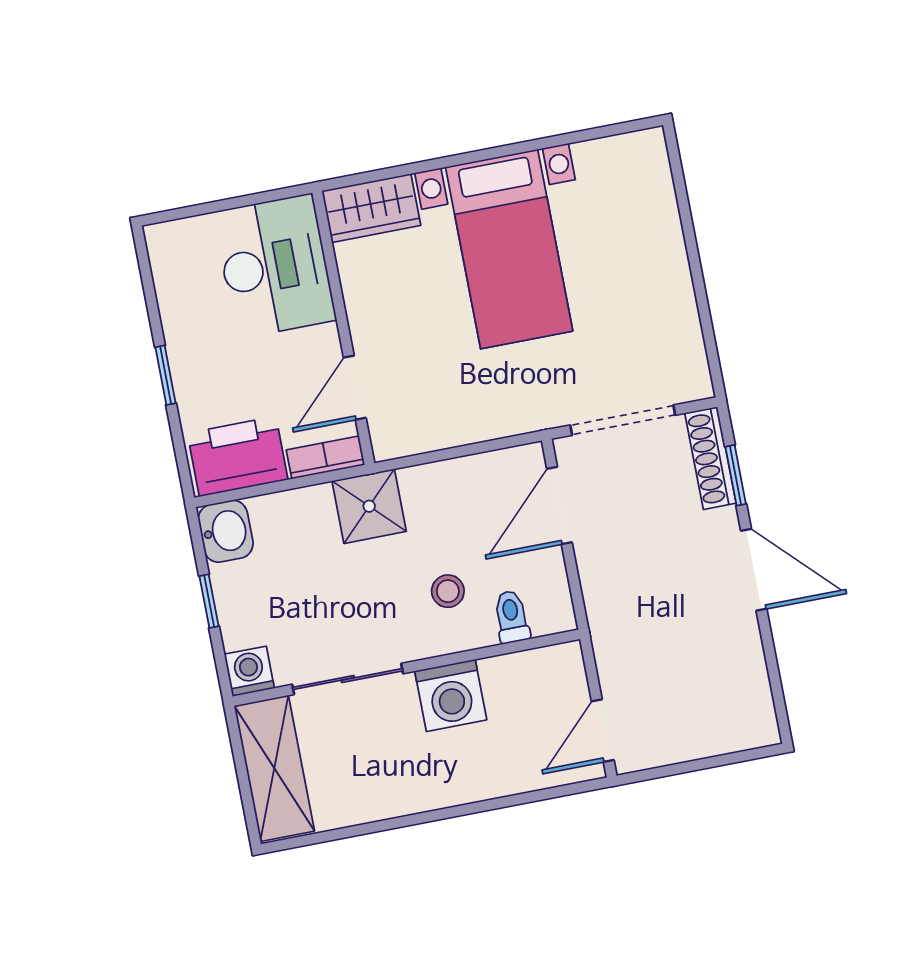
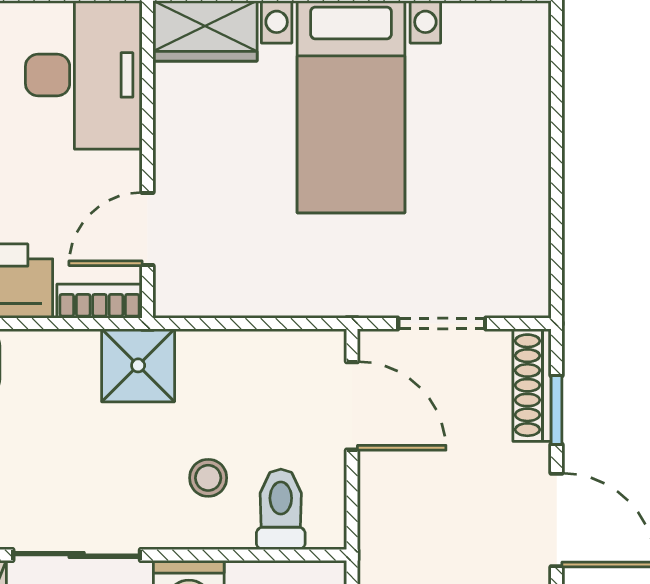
doorway: (623, 420) -> (442, 324), width x0.73
door: (559, 506) -> (352, 406), swing flipped
toilet: (512, 617) -> (281, 509), width x1.37, depth x1.39

